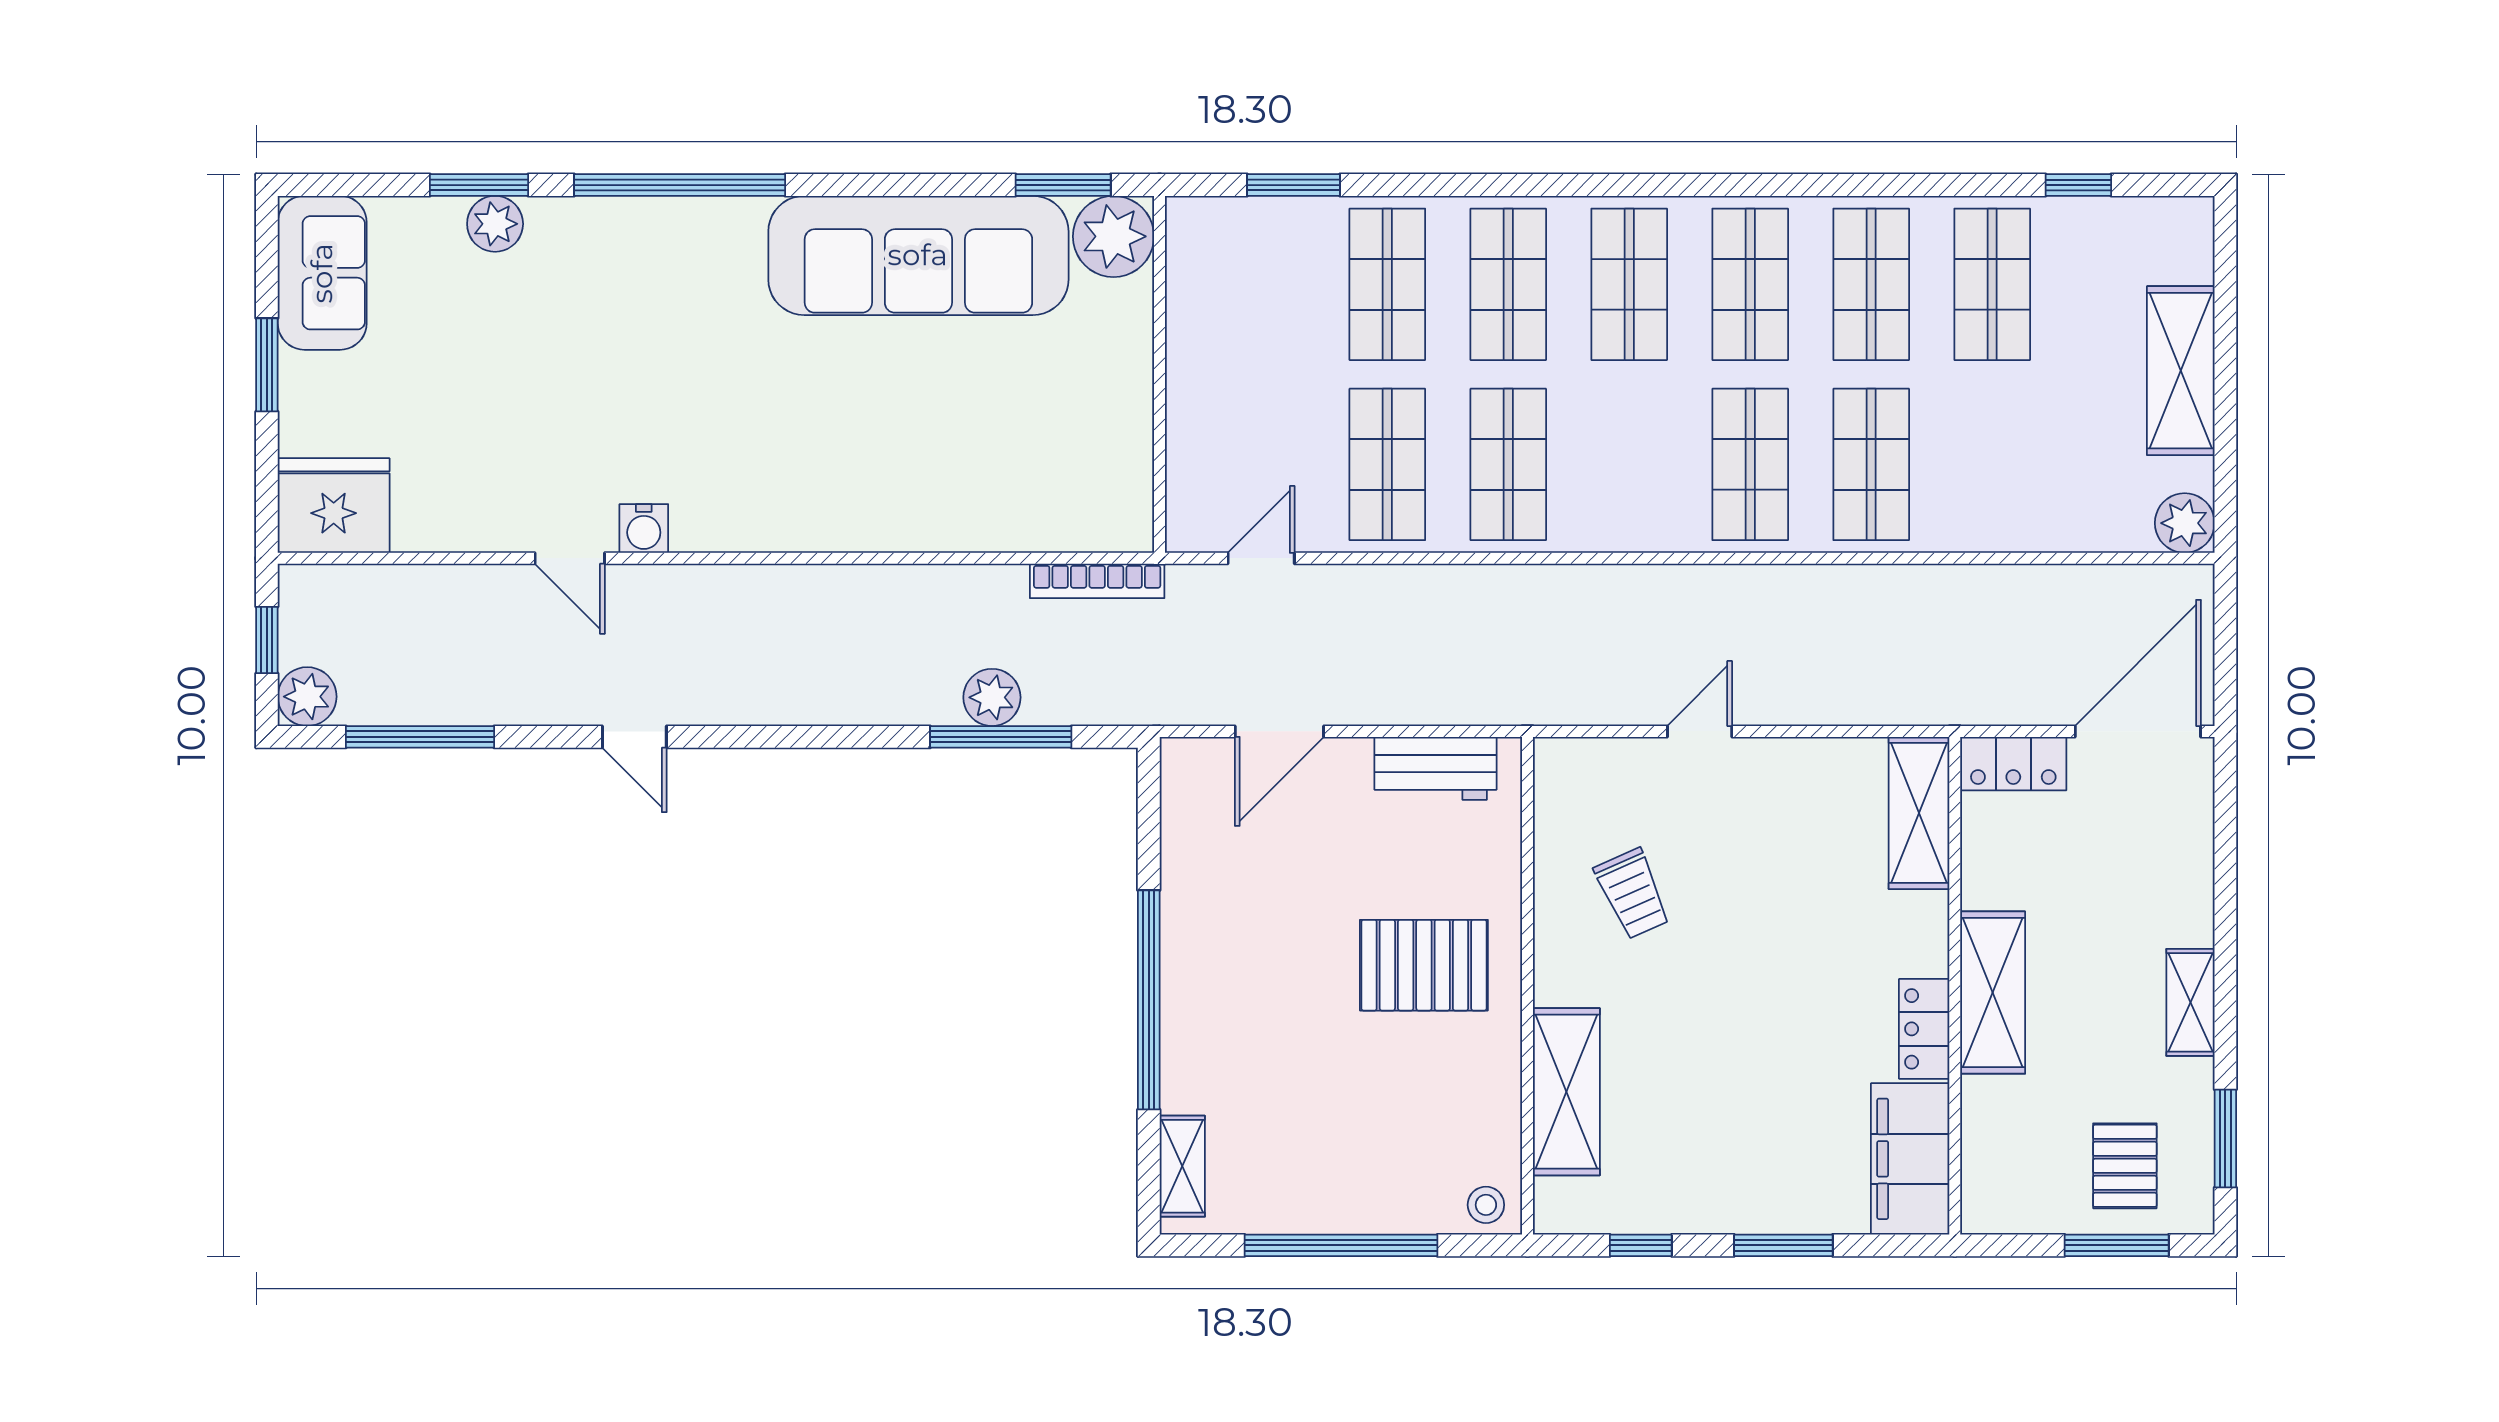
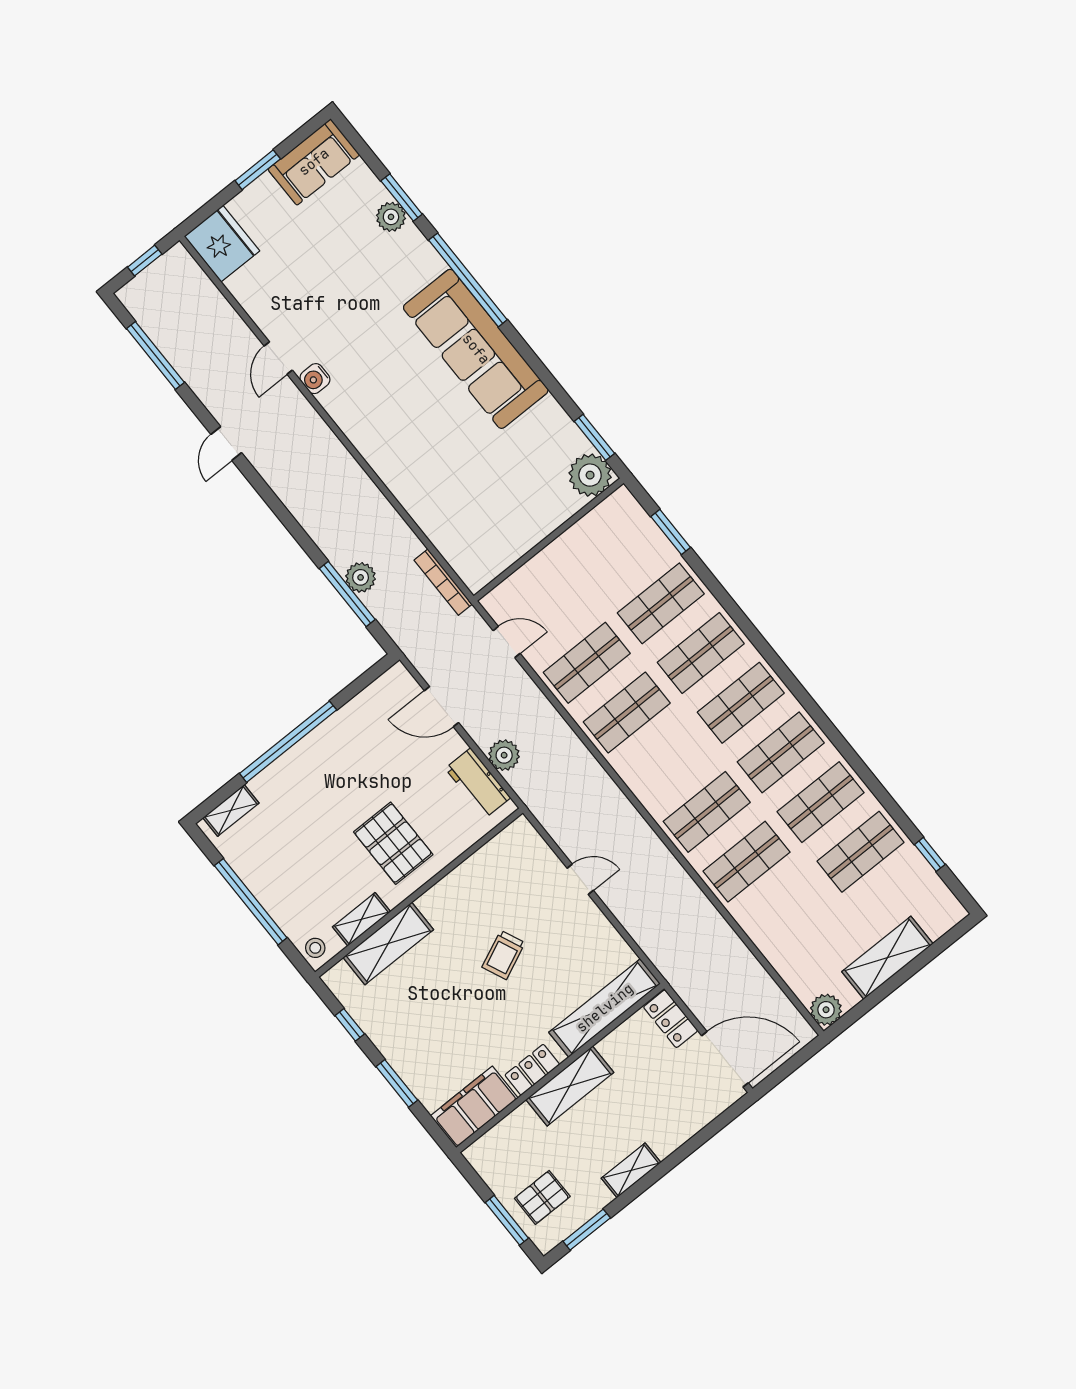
sofa: (918, 255) -> (476, 349), moved
plant: (307, 697) -> (504, 755), moved
shelving: (1919, 813) -> (605, 1008), width x1.47
trolley: (1633, 894) -> (504, 955), moved
shelving: (1499, 1103) -> (361, 919), added

